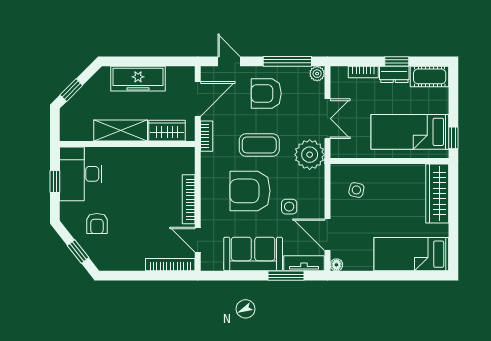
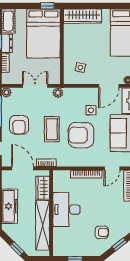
shelving: (121, 131) -> (43, 225), width x1.47
bed: (410, 132) -> (43, 33), width x1.50
plant: (310, 155) -> (58, 93), width x0.53, depth x0.53
desk: (81, 174) -> (66, 210), moved, turned 90
armchair: (250, 191) -> (81, 135), turned 90

